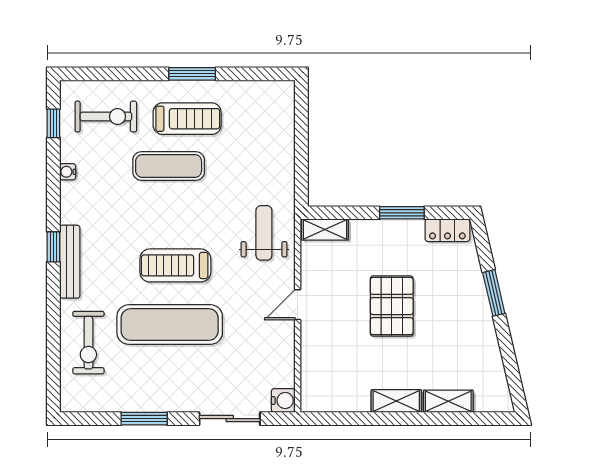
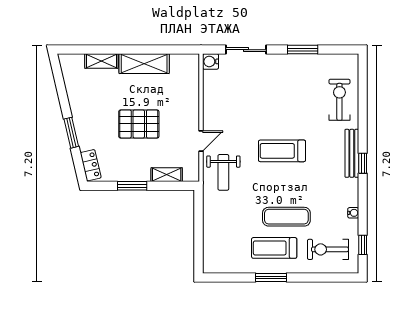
shelving: (325, 230) -> (167, 175), moved
locker: (447, 230) -> (91, 165), moved, turned 77
treadmill: (175, 265) -> (282, 151), turned 180
door: (298, 305) -> (201, 141), moved
pallet: (392, 306) -> (139, 124), turned 90
exercise mat: (170, 325) -> (286, 112), removed
shelving: (396, 401) -> (144, 64), width x1.50, depth x1.33

